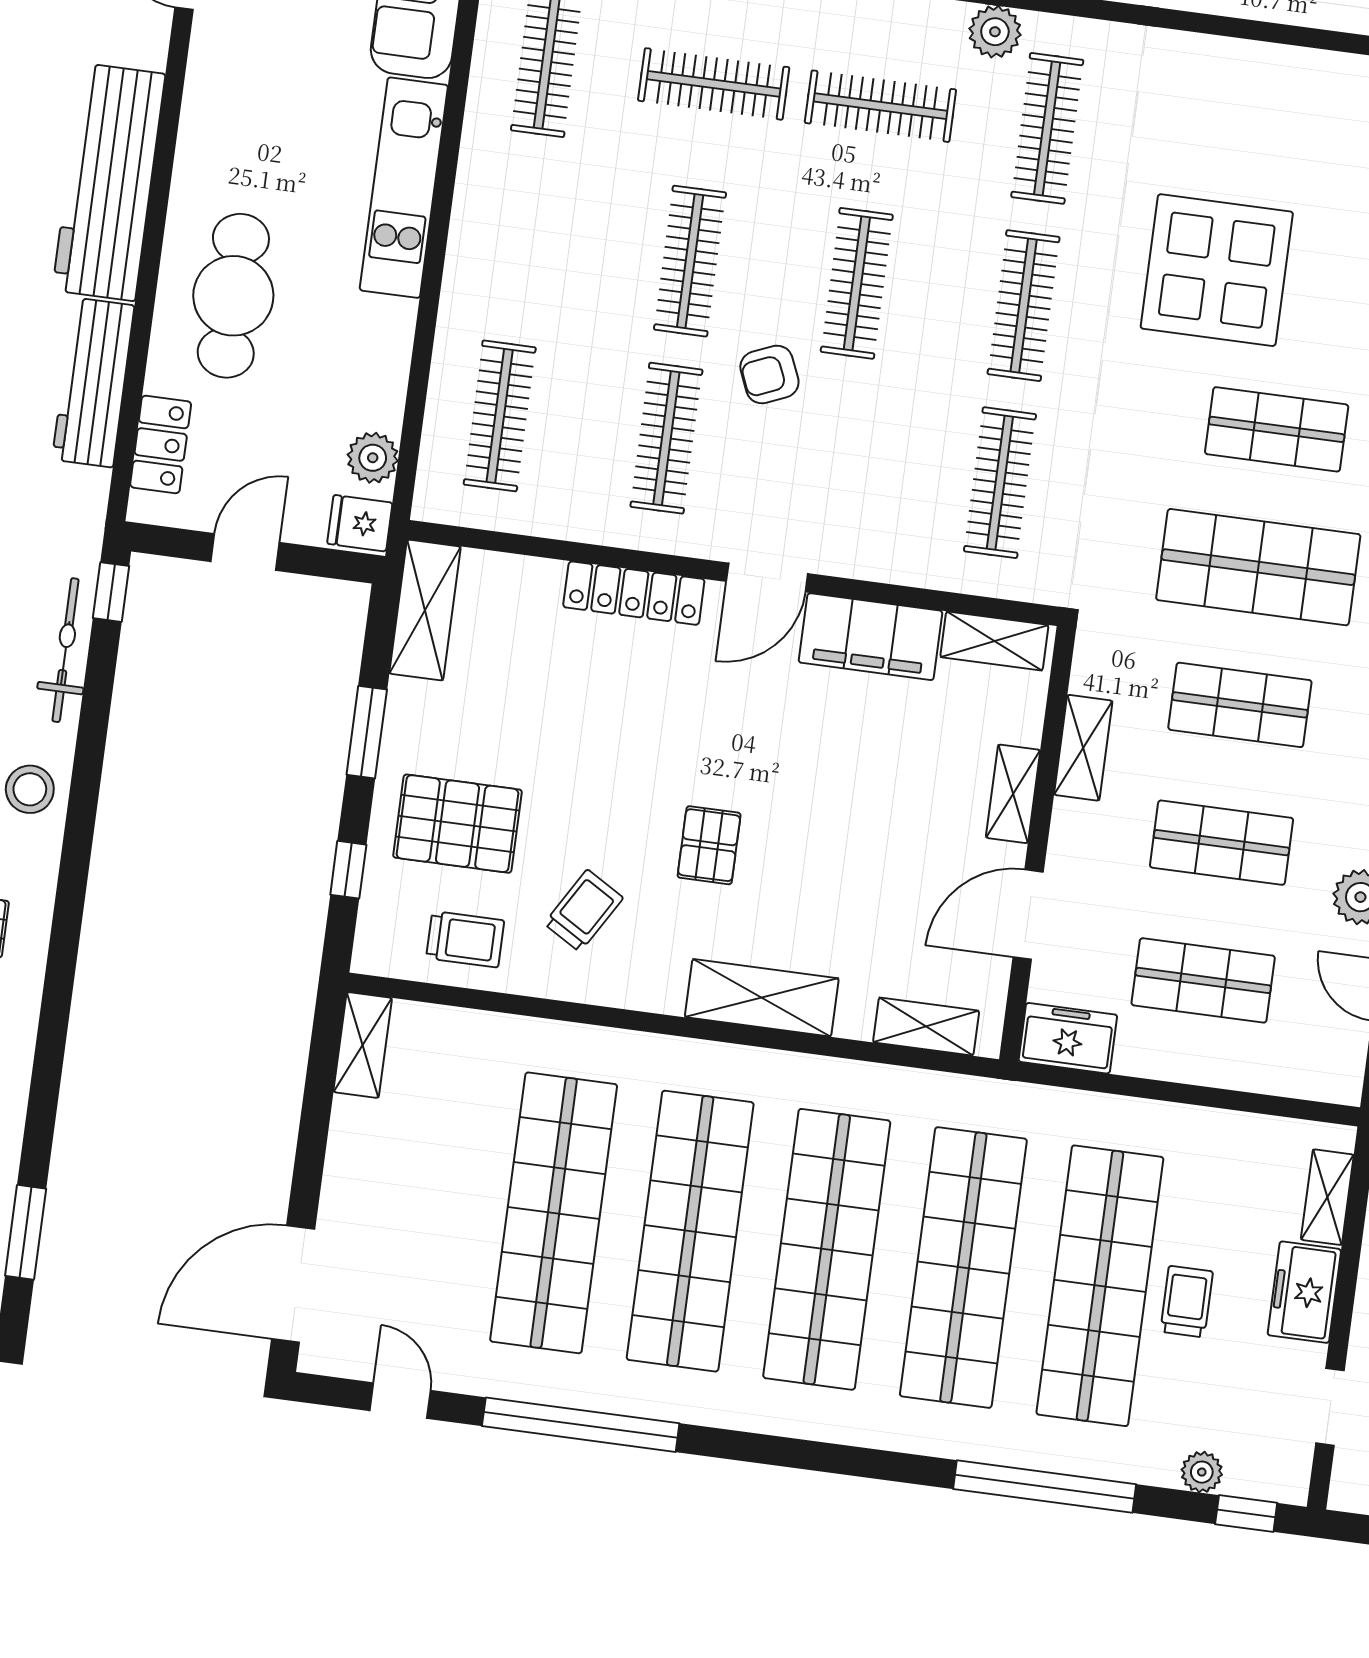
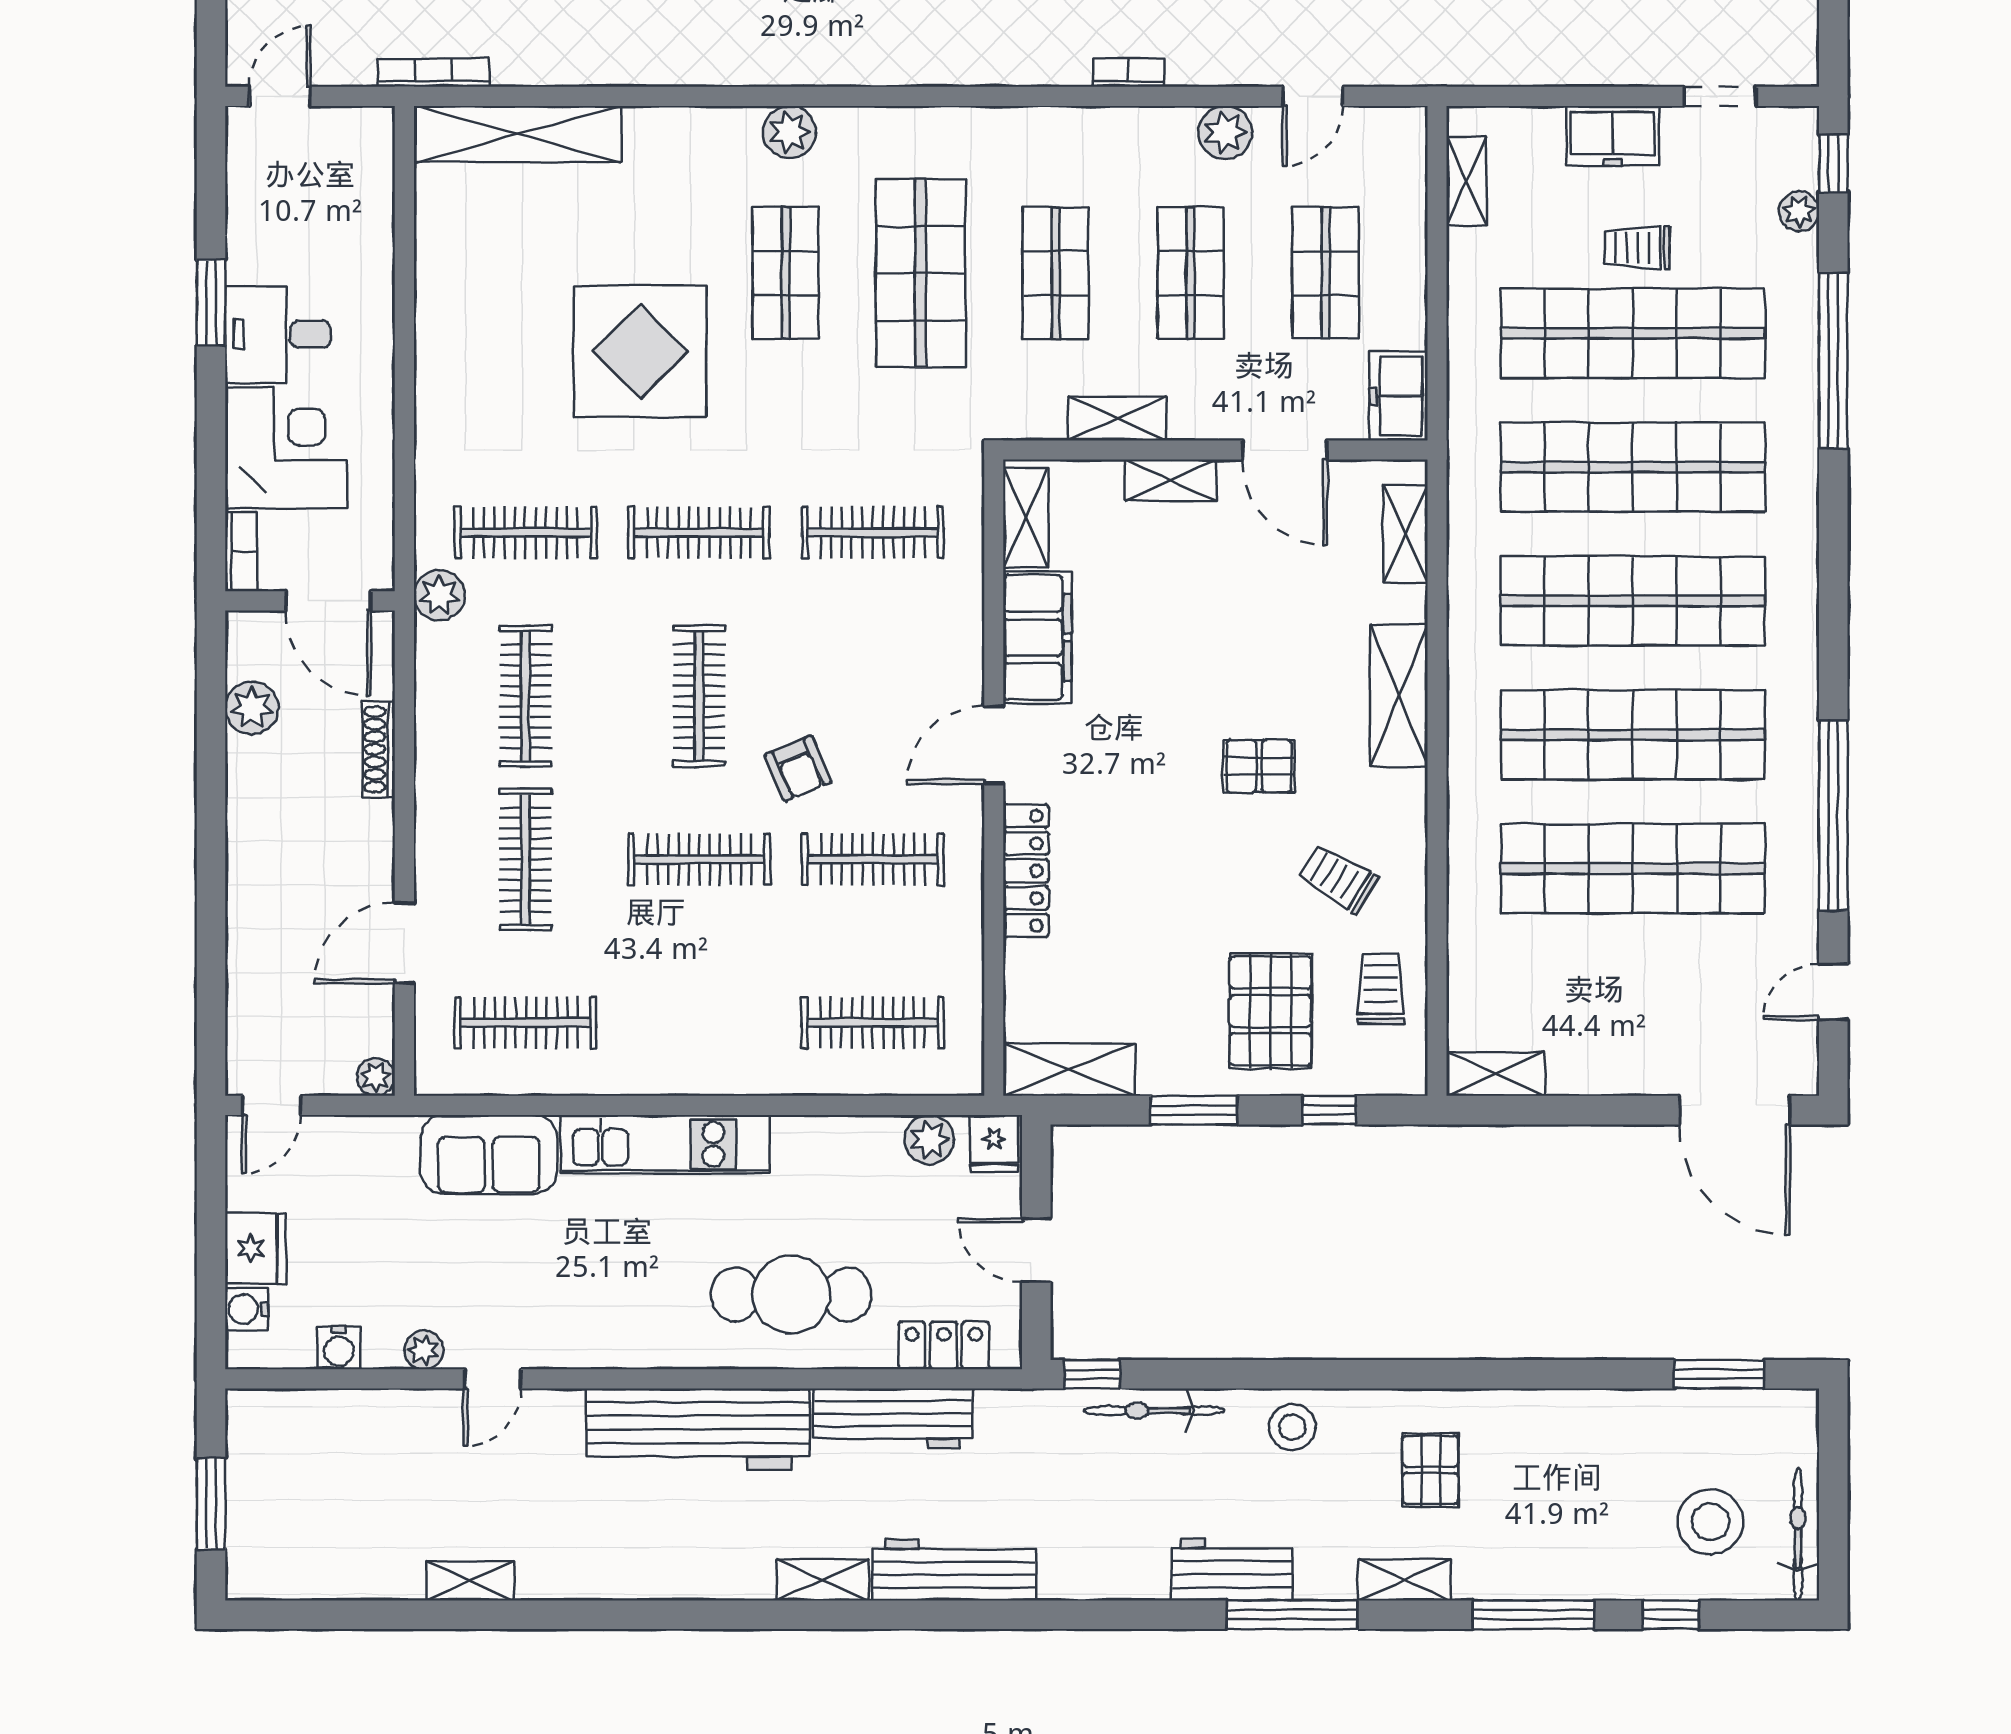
clothes rail: (857, 283) -> (699, 696), turned 90
door: (767, 578) -> (994, 745), swing flipped
shelving: (1327, 1197) -> (1467, 181), moved, turned 90

